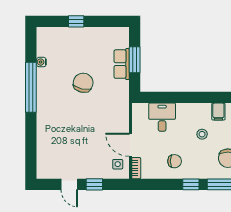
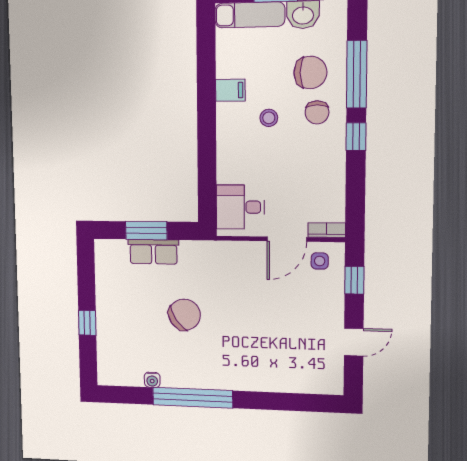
chair: (83, 83) -> (184, 315), turned 133
desk: (162, 117) -> (240, 207), moved
chair: (175, 161) -> (317, 112), moved, turned 180
window: (94, 184) -> (354, 280), moved

